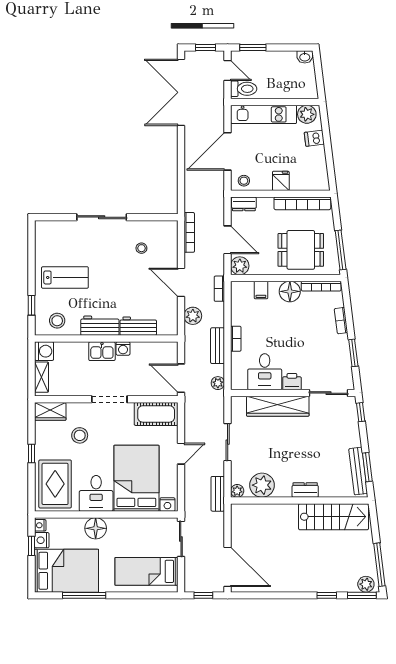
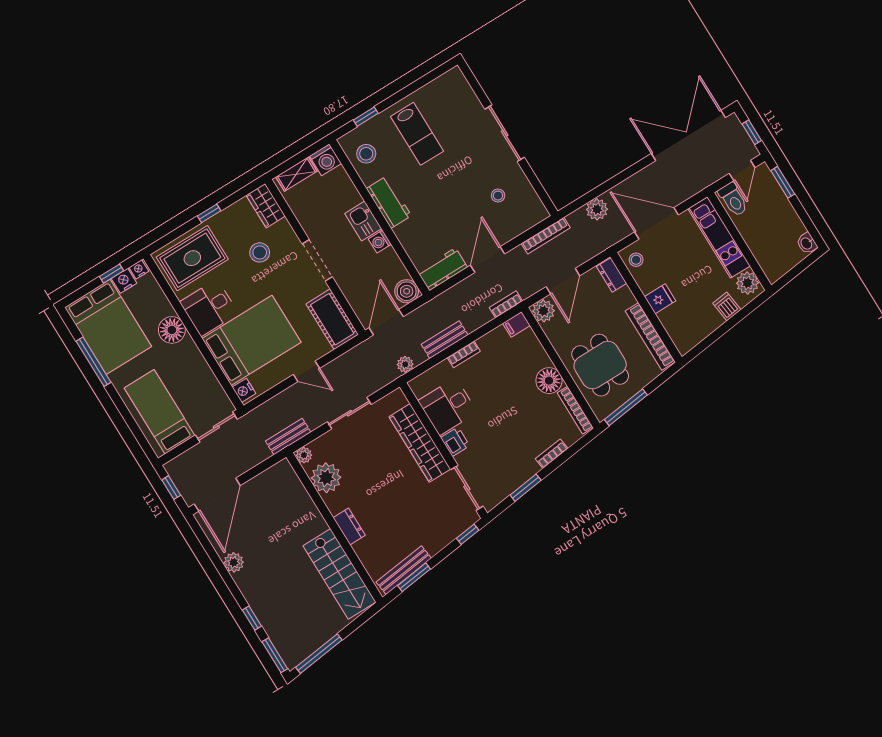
filing cabinet: (261, 290) -> (516, 324), moved
plant: (193, 316) -> (597, 209), moved
workbench: (138, 326) -> (442, 269), moved, turned -90
boiler: (168, 351) -> (407, 291), added
plant: (366, 584) -> (234, 562), moved

